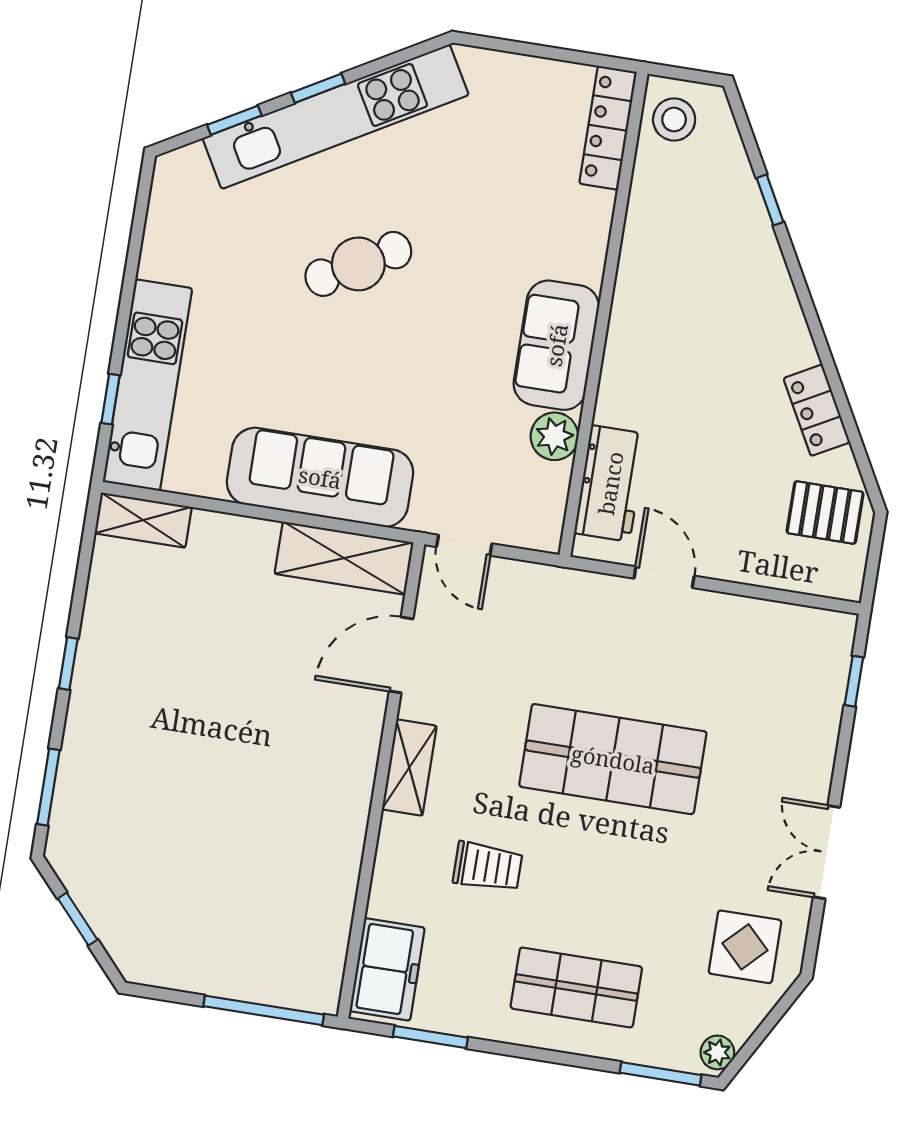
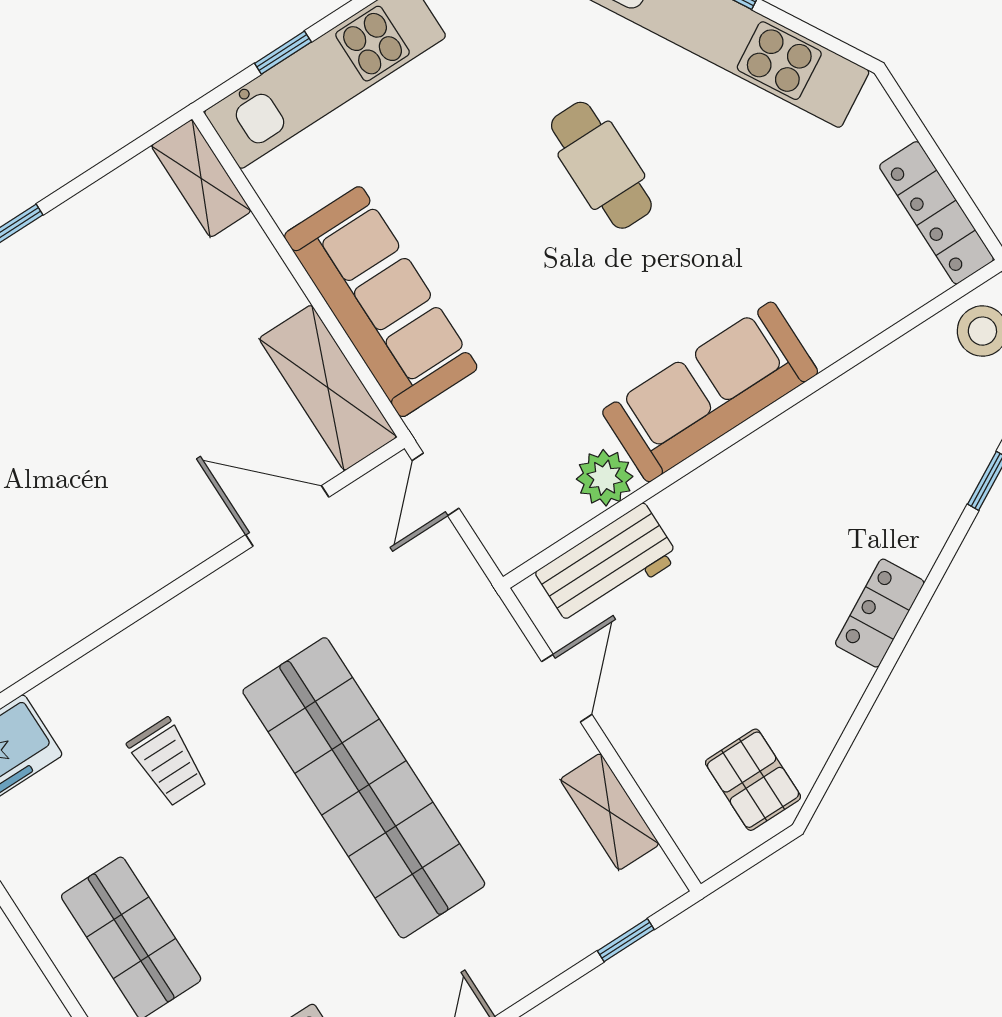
locker: (608, 128) -> (937, 213), moved, turned -90
cafe table: (358, 264) -> (601, 165), turned 30
sofa: (556, 345) -> (710, 392), width x1.36
locker: (817, 410) -> (880, 613), moved
shop shelf: (613, 759) -> (364, 788), width x1.40
shelving: (409, 768) -> (610, 812), moved, turned 90

